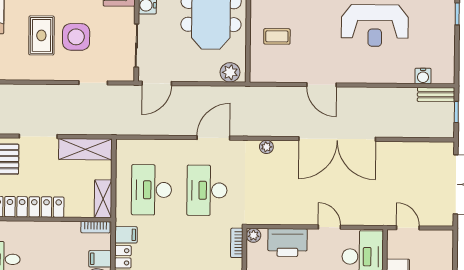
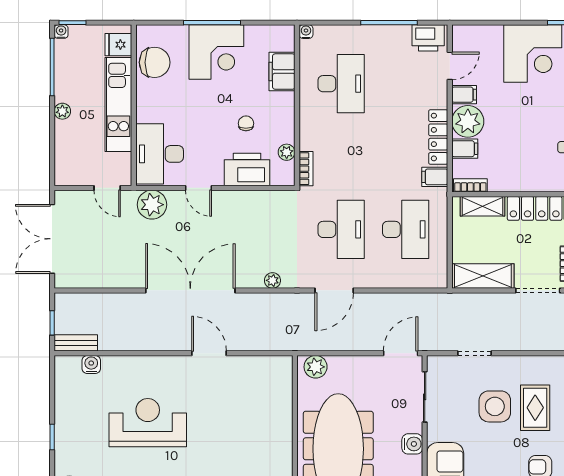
coffee table: (277, 36) -> (261, 409), removed
shelving: (103, 199) -> (482, 206), moved, turned 90
plant: (370, 213) -> (152, 205), added
plant: (253, 235) -> (287, 152), moved

